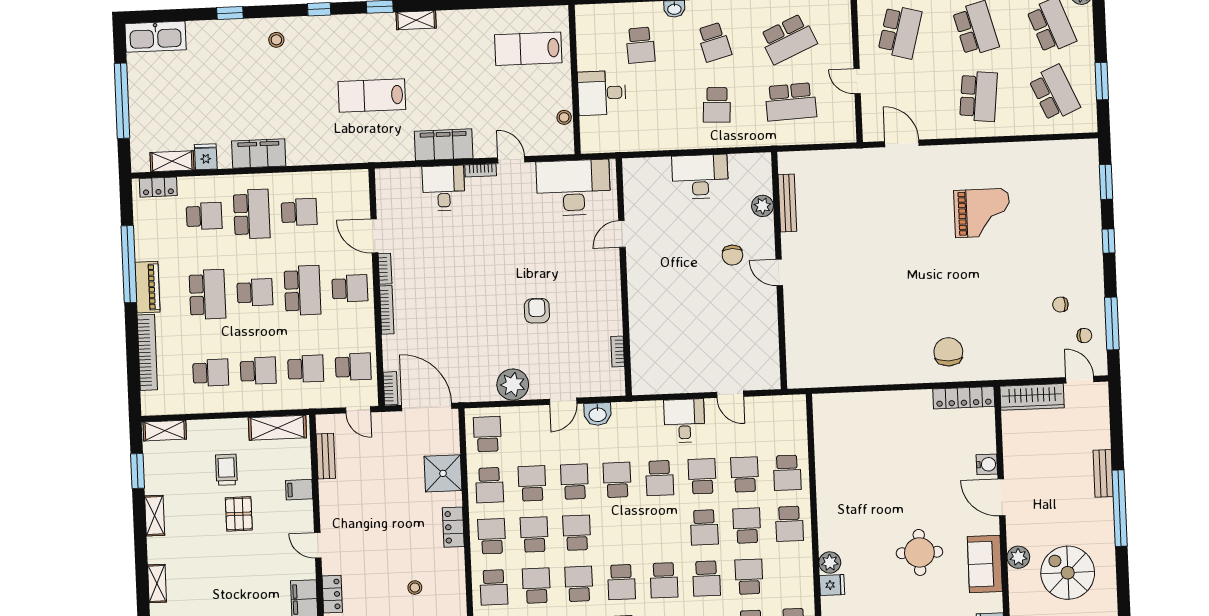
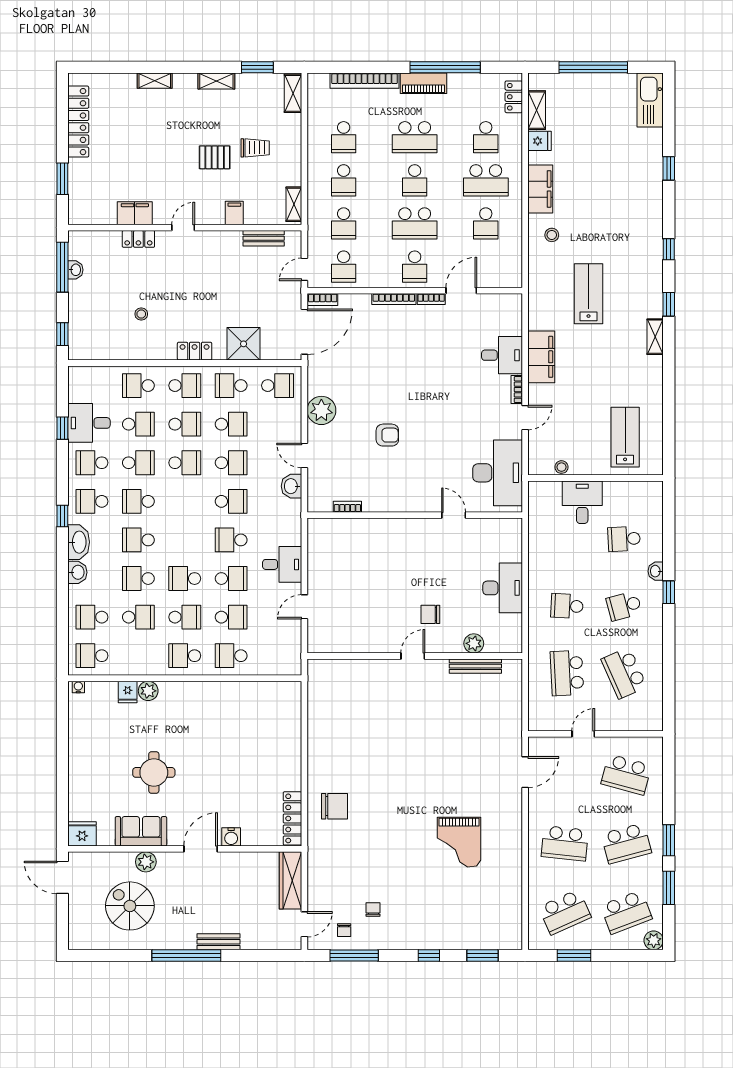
stool: (276, 40) -> (552, 235), moved
shelving: (277, 428) -> (294, 204), width x0.67, depth x0.75
spiral stairs: (1068, 573) -> (130, 906), turned -90

